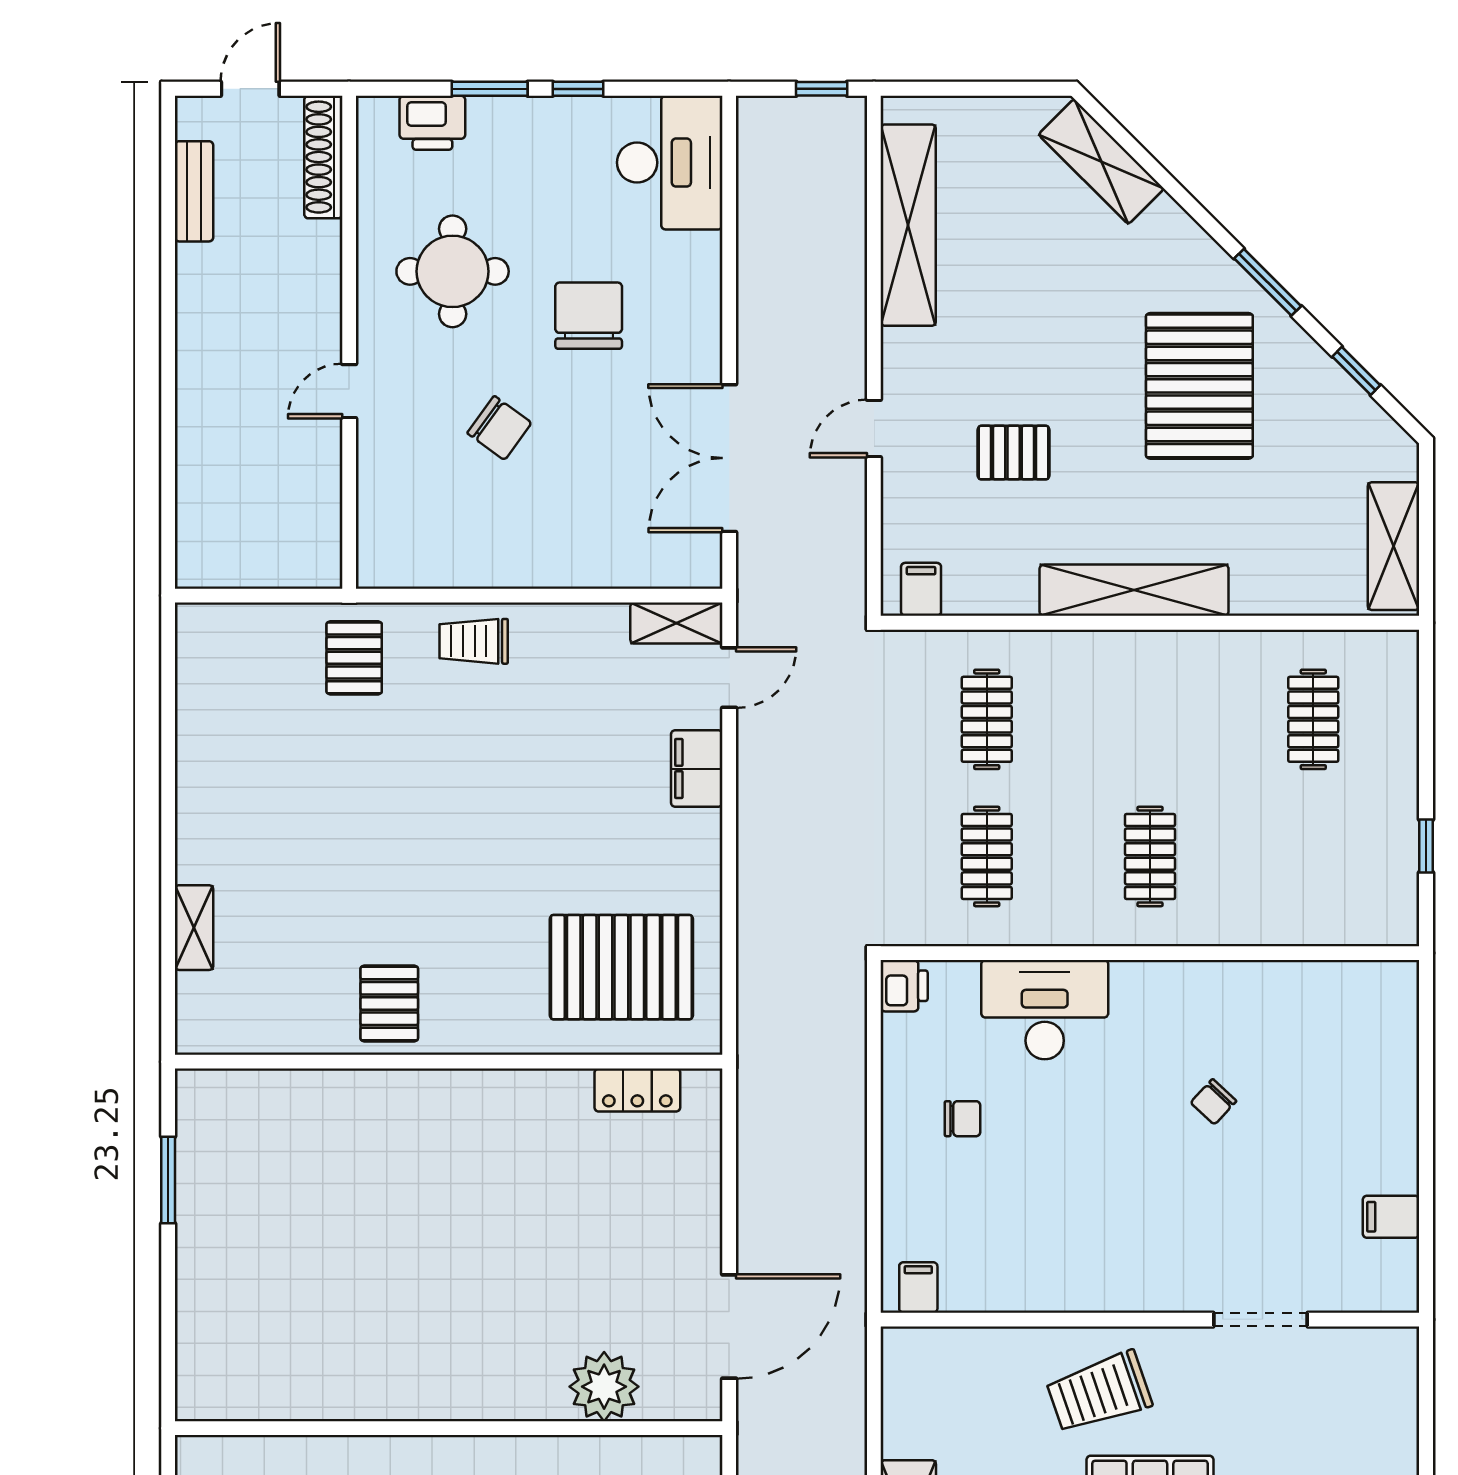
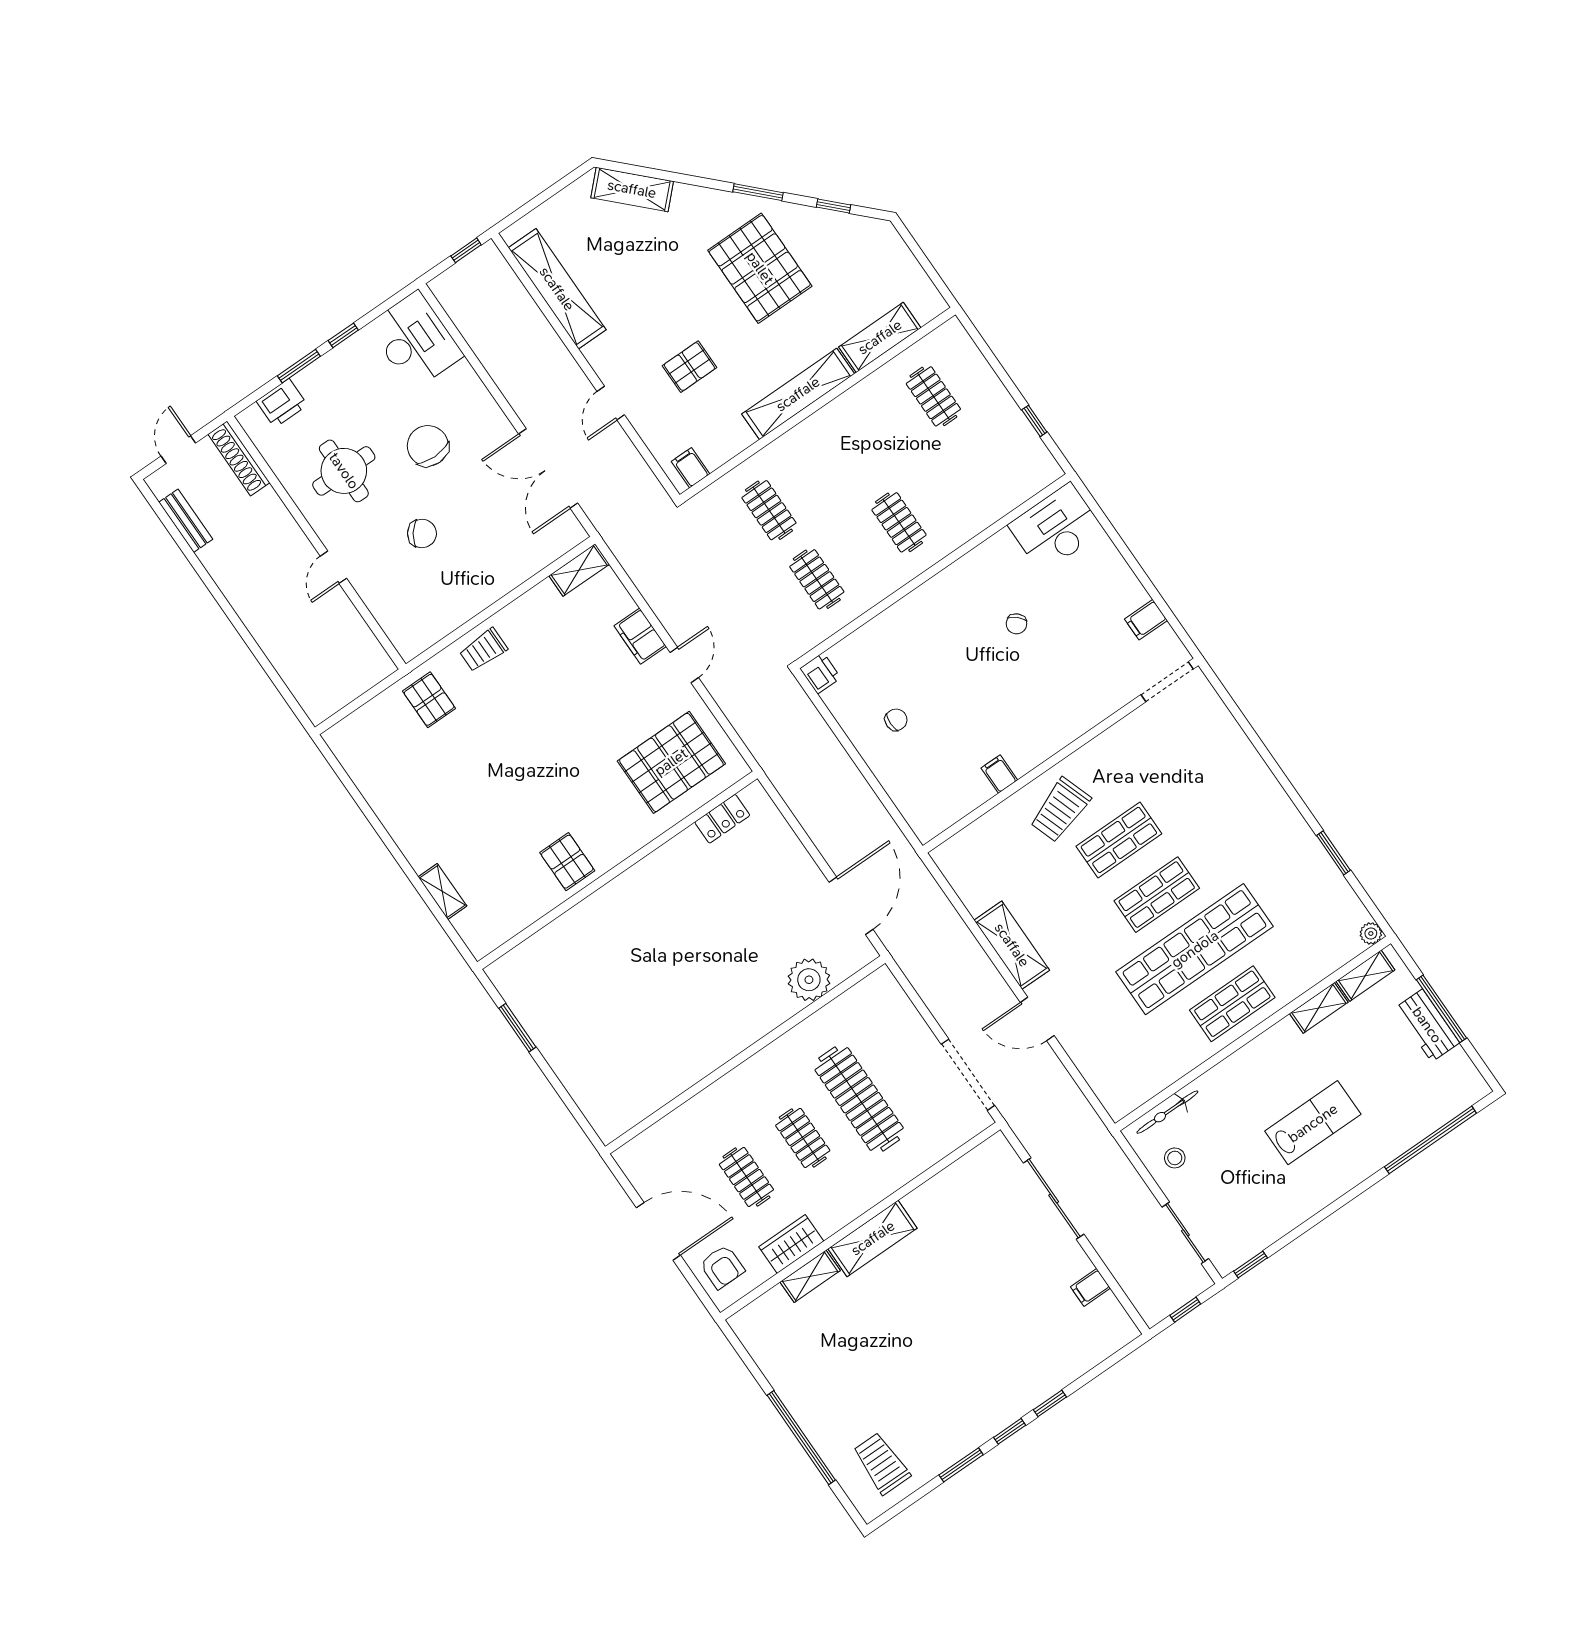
shelving: (1394, 546) -> (880, 337), moved, turned 90
door: (729, 678) -> (684, 665), moved
desk: (1045, 1010) -> (1056, 528), moved
filing cabinet: (918, 1287) -> (999, 774), moved
doorway: (1260, 1320) -> (1167, 682), moved

